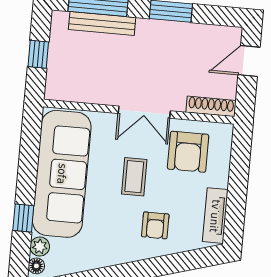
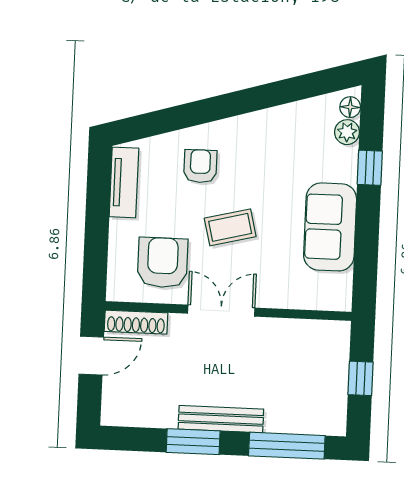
bench: (102, 23) -> (221, 419), moved
door: (249, 61) -> (91, 356), moved
sofa: (62, 174) -> (330, 227), width x0.54, depth x0.79
coffee table: (134, 177) -> (230, 227), turned 76

